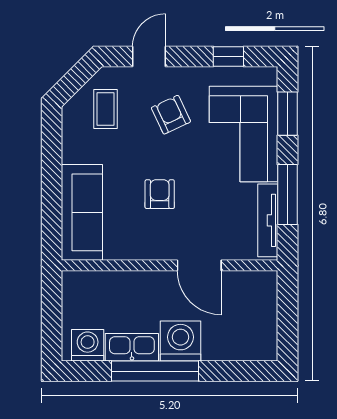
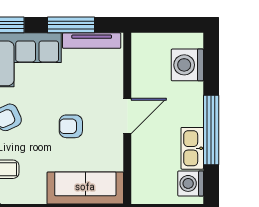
door: (199, 265) -> (127, 116), moved
washing machine: (180, 341) -> (187, 65), moved

